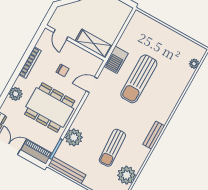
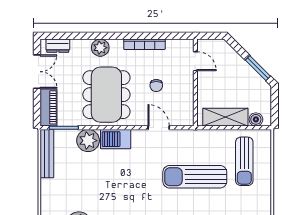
boiler: (123, 16) -> (256, 119), added
door: (61, 35) -> (195, 61), swing flipped
shelving: (94, 44) -> (225, 117), moved, turned 90
barbecue: (116, 60) -> (116, 139), moved
sun lounger: (112, 148) -> (244, 161), moved, turned -87

